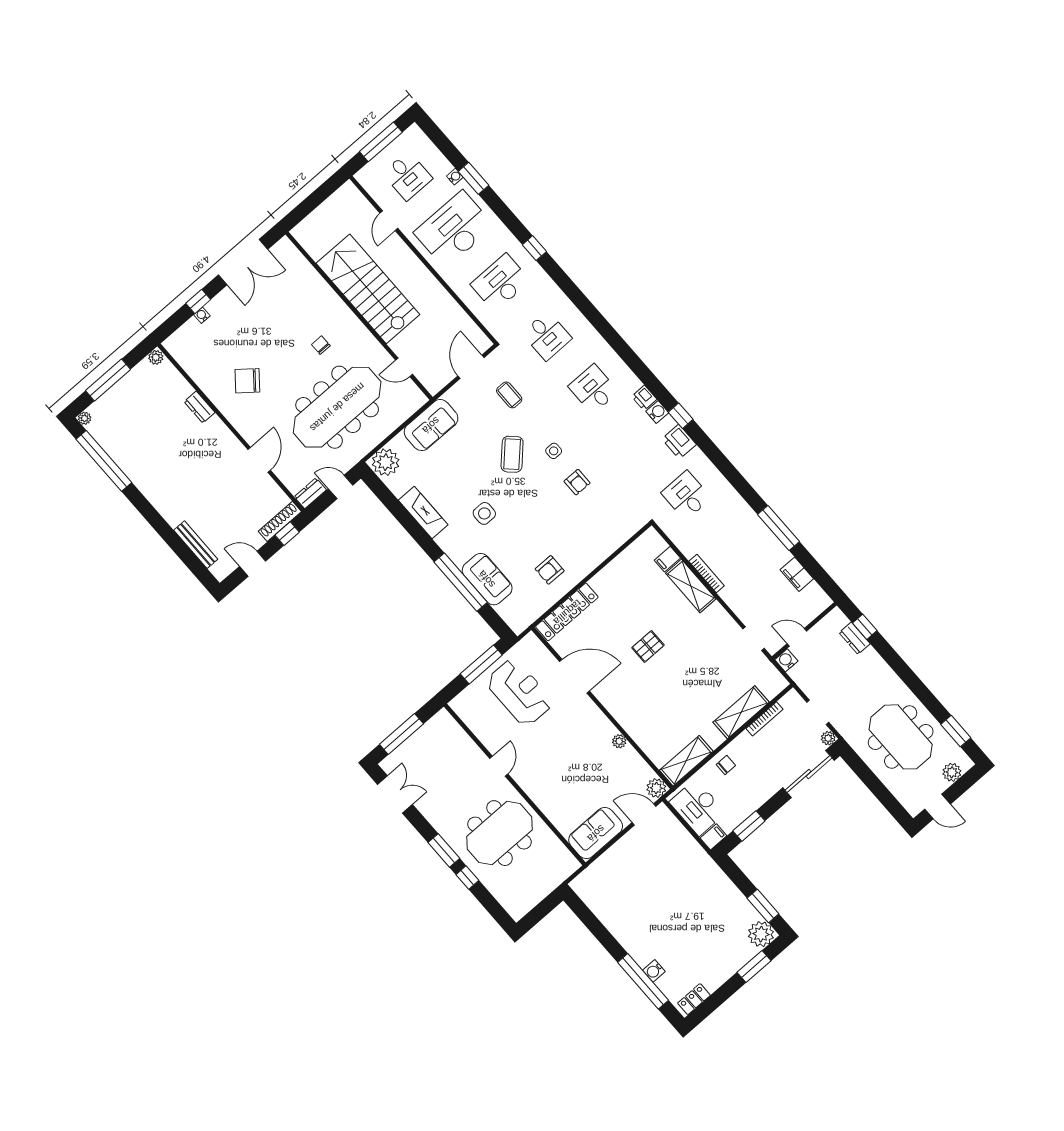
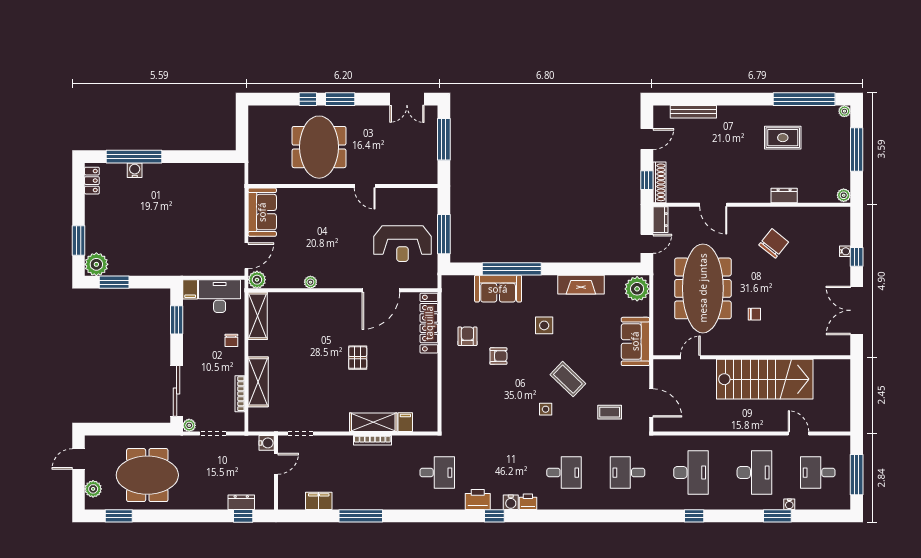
desk: (454, 229) -> (754, 473), width x0.73, depth x0.77
rug: (152, 451) -> (783, 138), added
armchair: (577, 482) -> (498, 356), moved, turned 180

